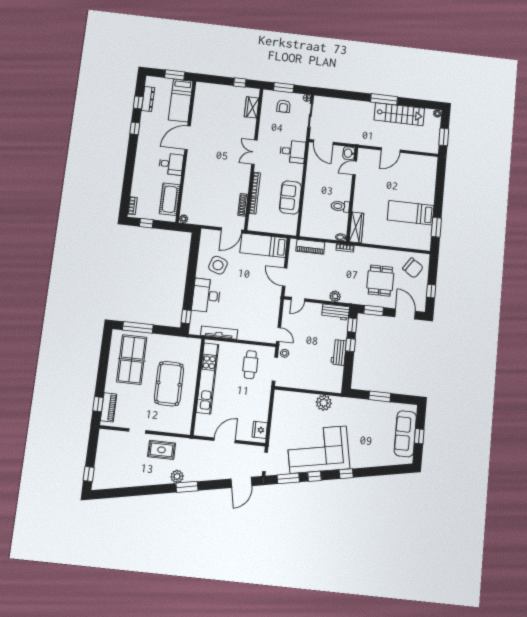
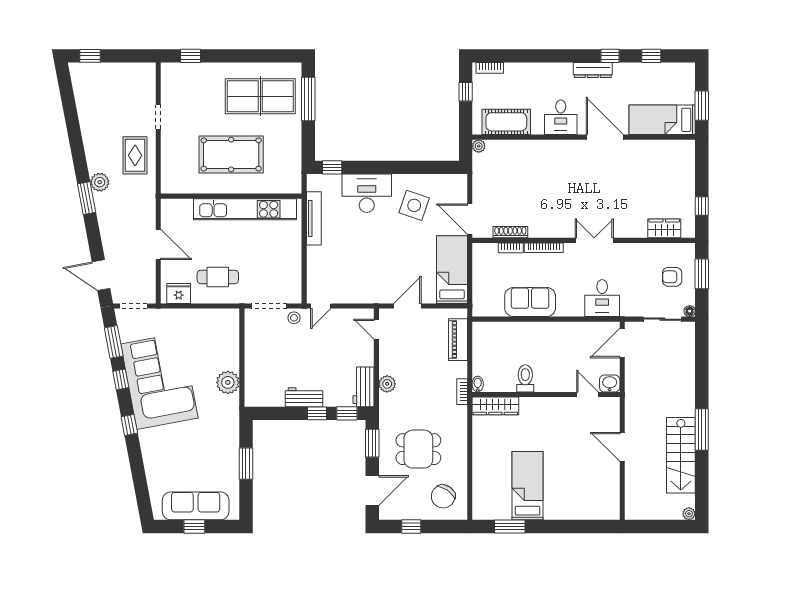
dresser: (148, 99) -> (593, 70), moved
window: (444, 137) -> (653, 527), removed
cafe table: (250, 365) -> (218, 277), moved
piano: (109, 407) -> (188, 72), removed

